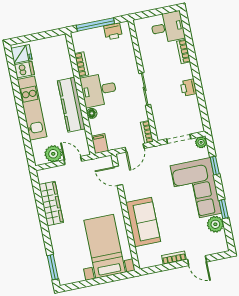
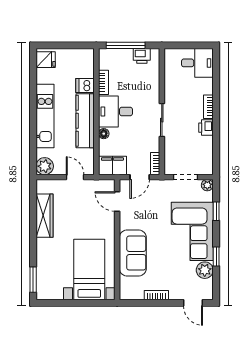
bookcase: (184, 52) -> (208, 107), moved
dishwasher: (24, 70) -> (85, 85), moved, turned 180
filing cabinet: (100, 144) -> (112, 165), width x2.00
plant: (53, 154) -> (45, 166), moved
door: (197, 261) -> (193, 303), moved

